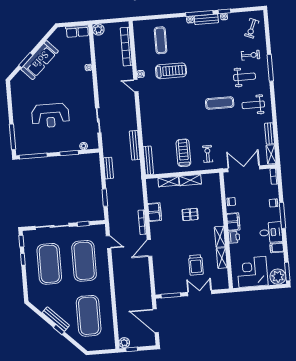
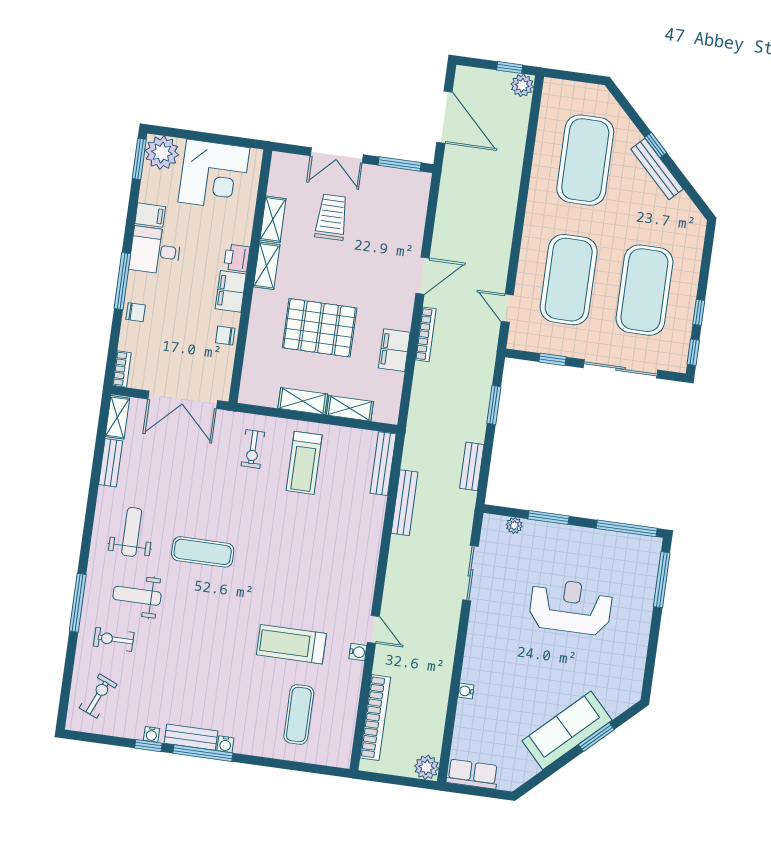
weight bench: (253, 105) -> (132, 532), turned -90
pallet: (190, 214) -> (320, 328), width x2.05, depth x2.00

